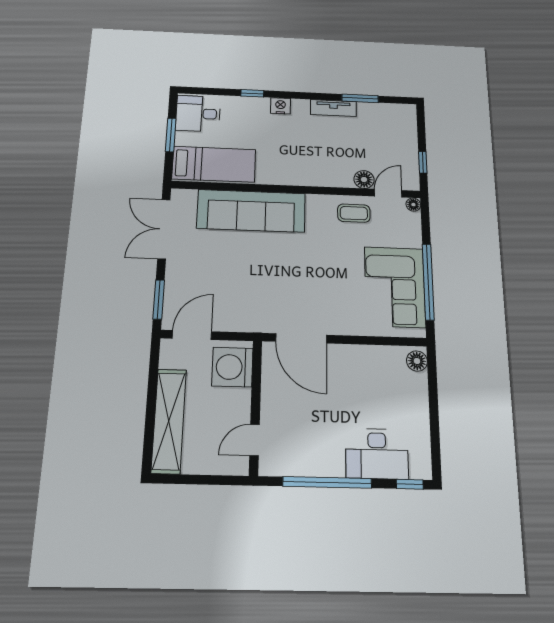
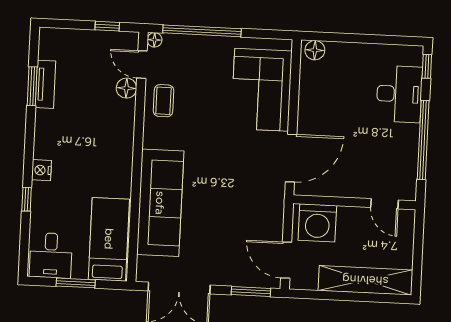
tv unit: (333, 108) -> (45, 84), moved
window: (428, 282) -> (202, 31), moved
corner sofa: (395, 287) -> (262, 90), moved, turned 90

